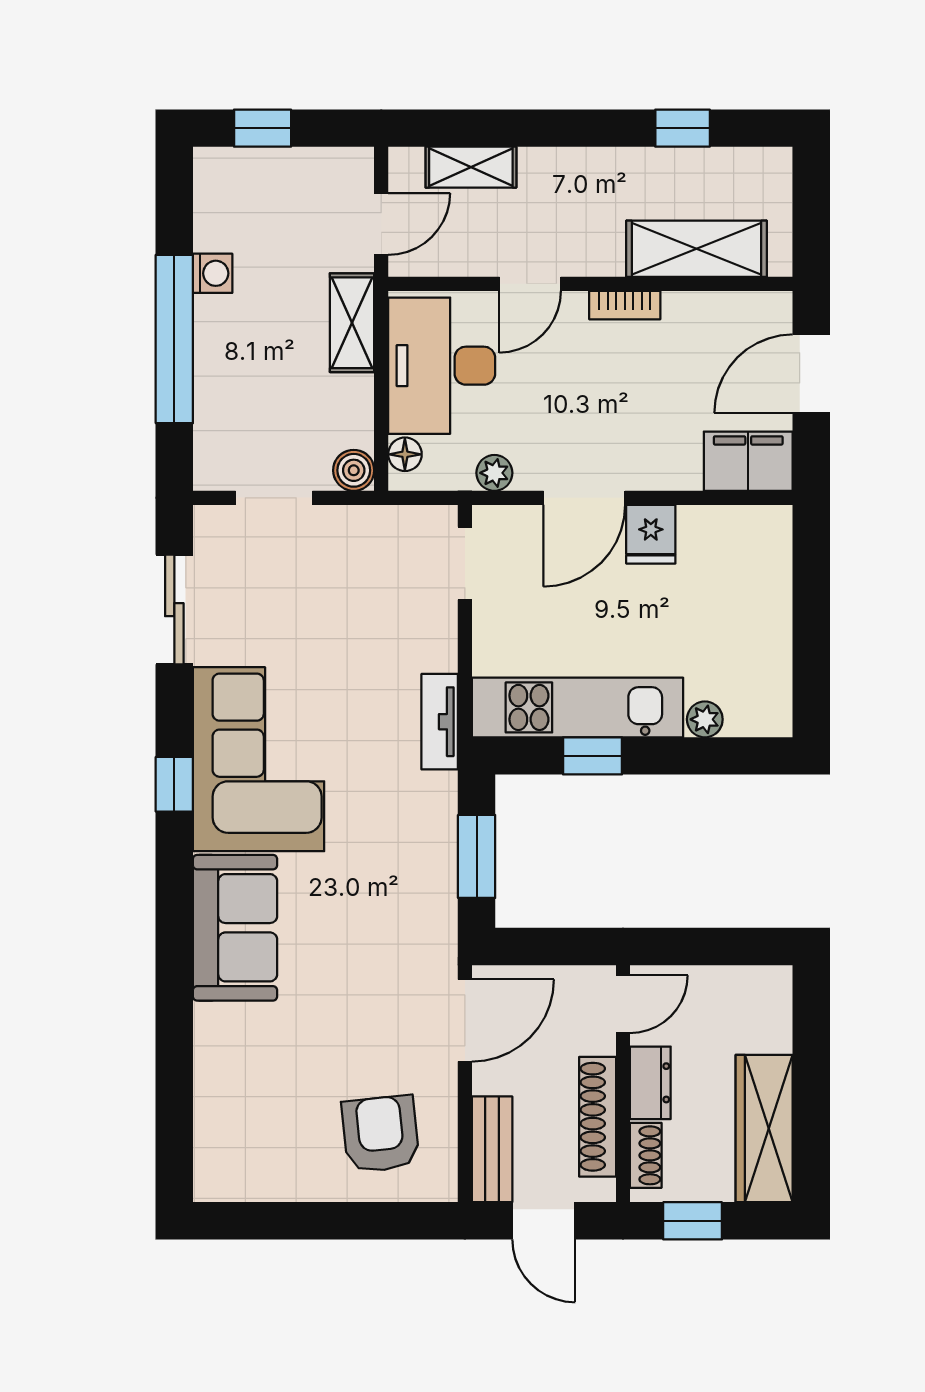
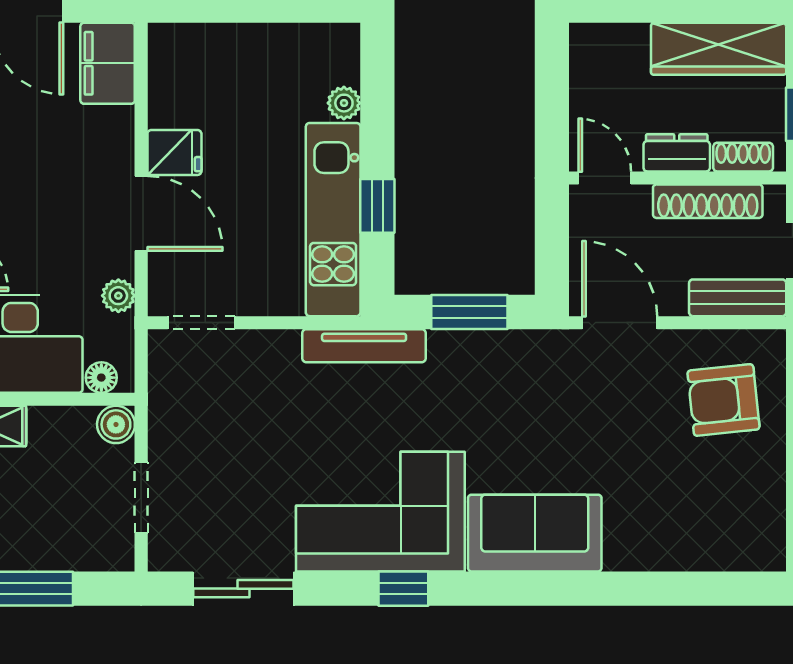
tv unit: (440, 722) -> (364, 346), width x1.41

